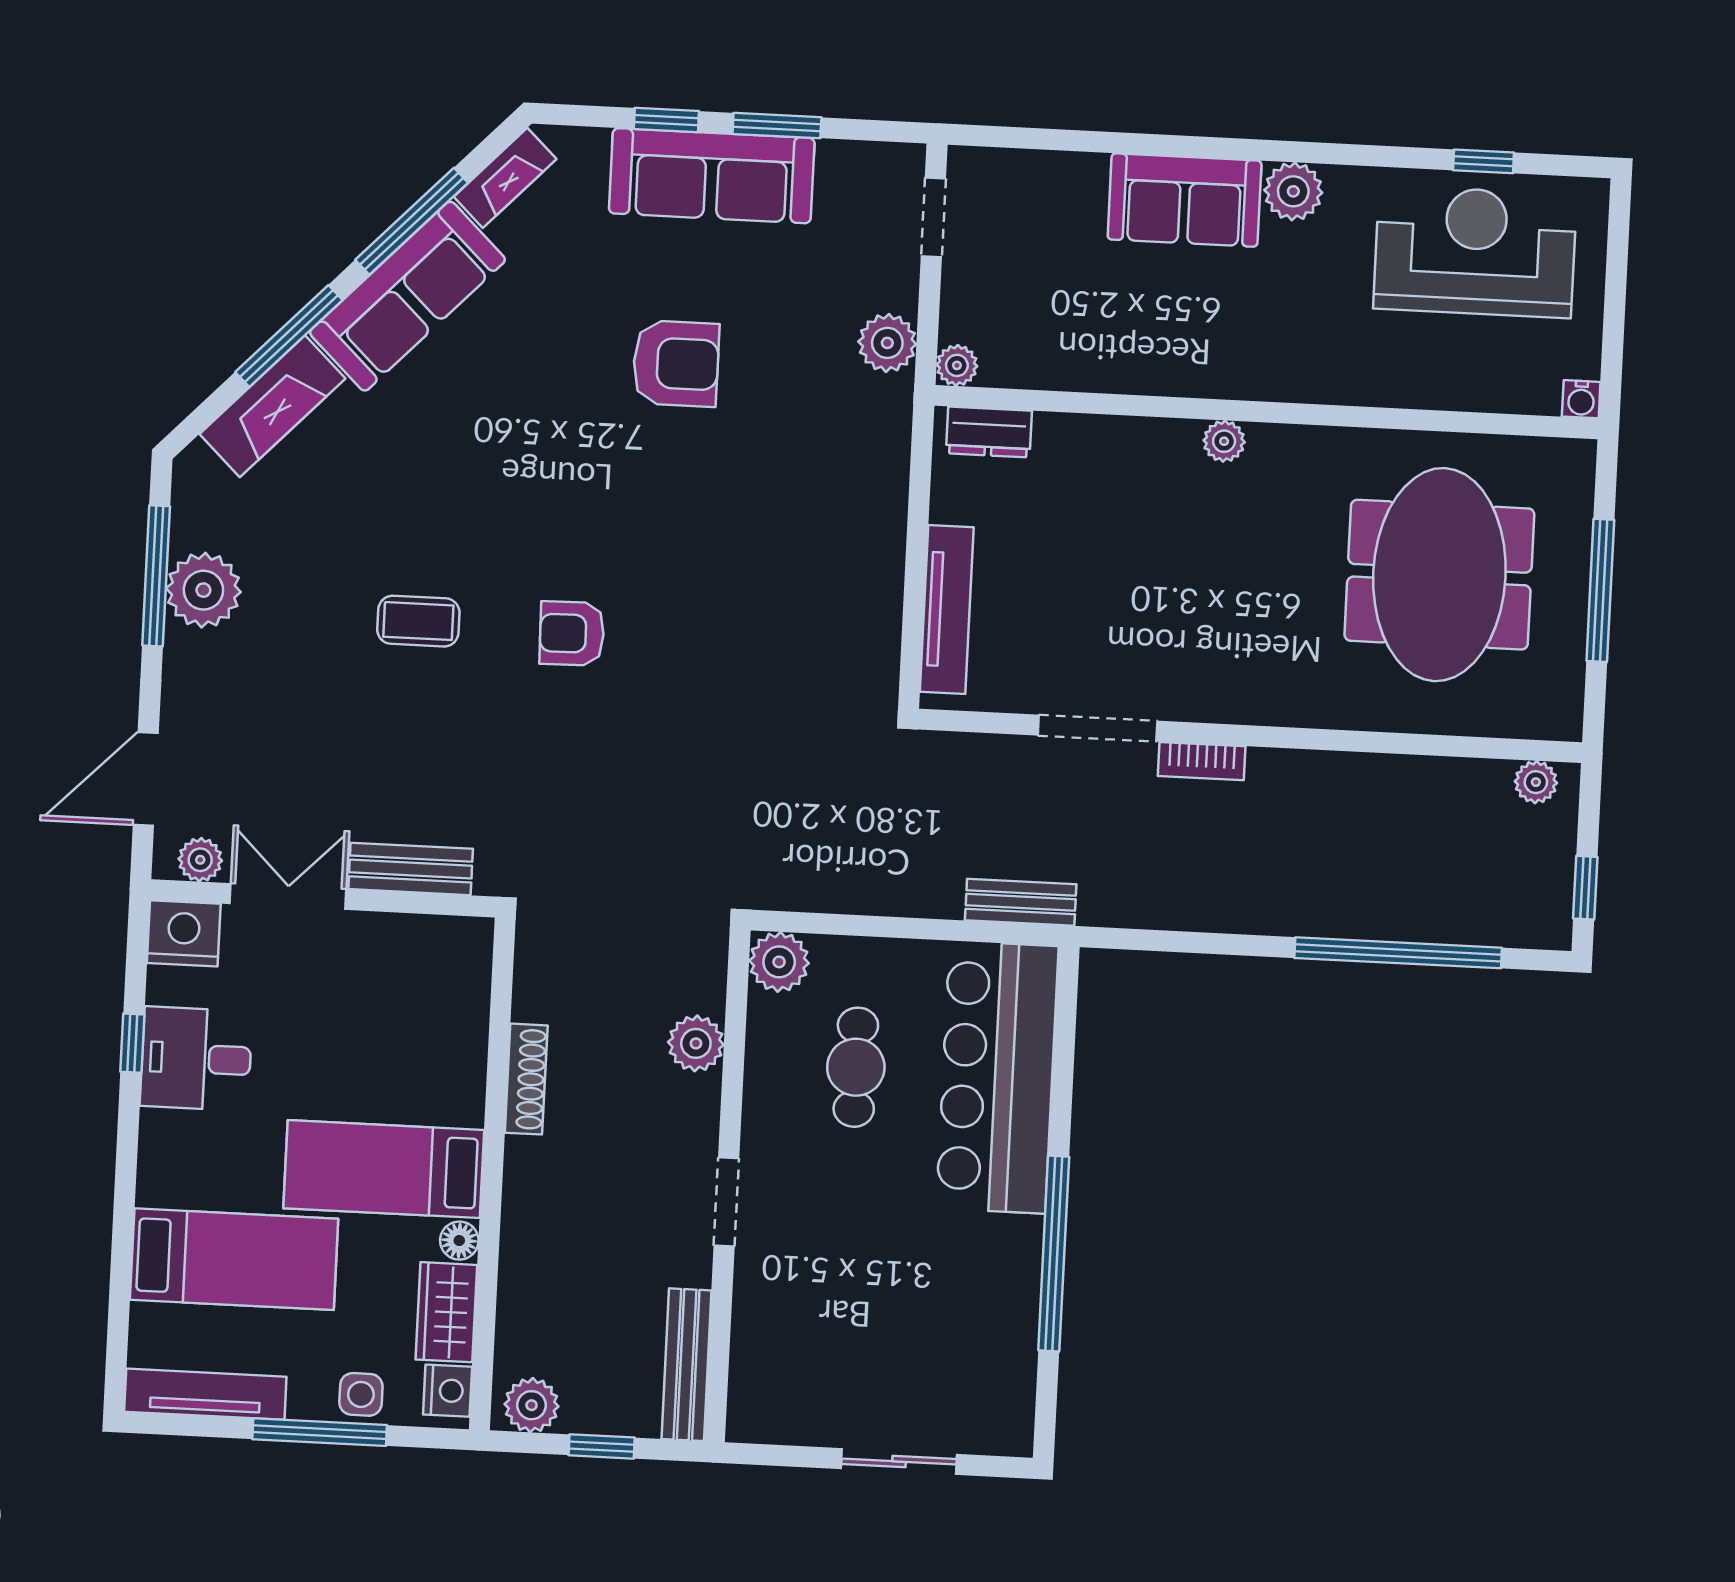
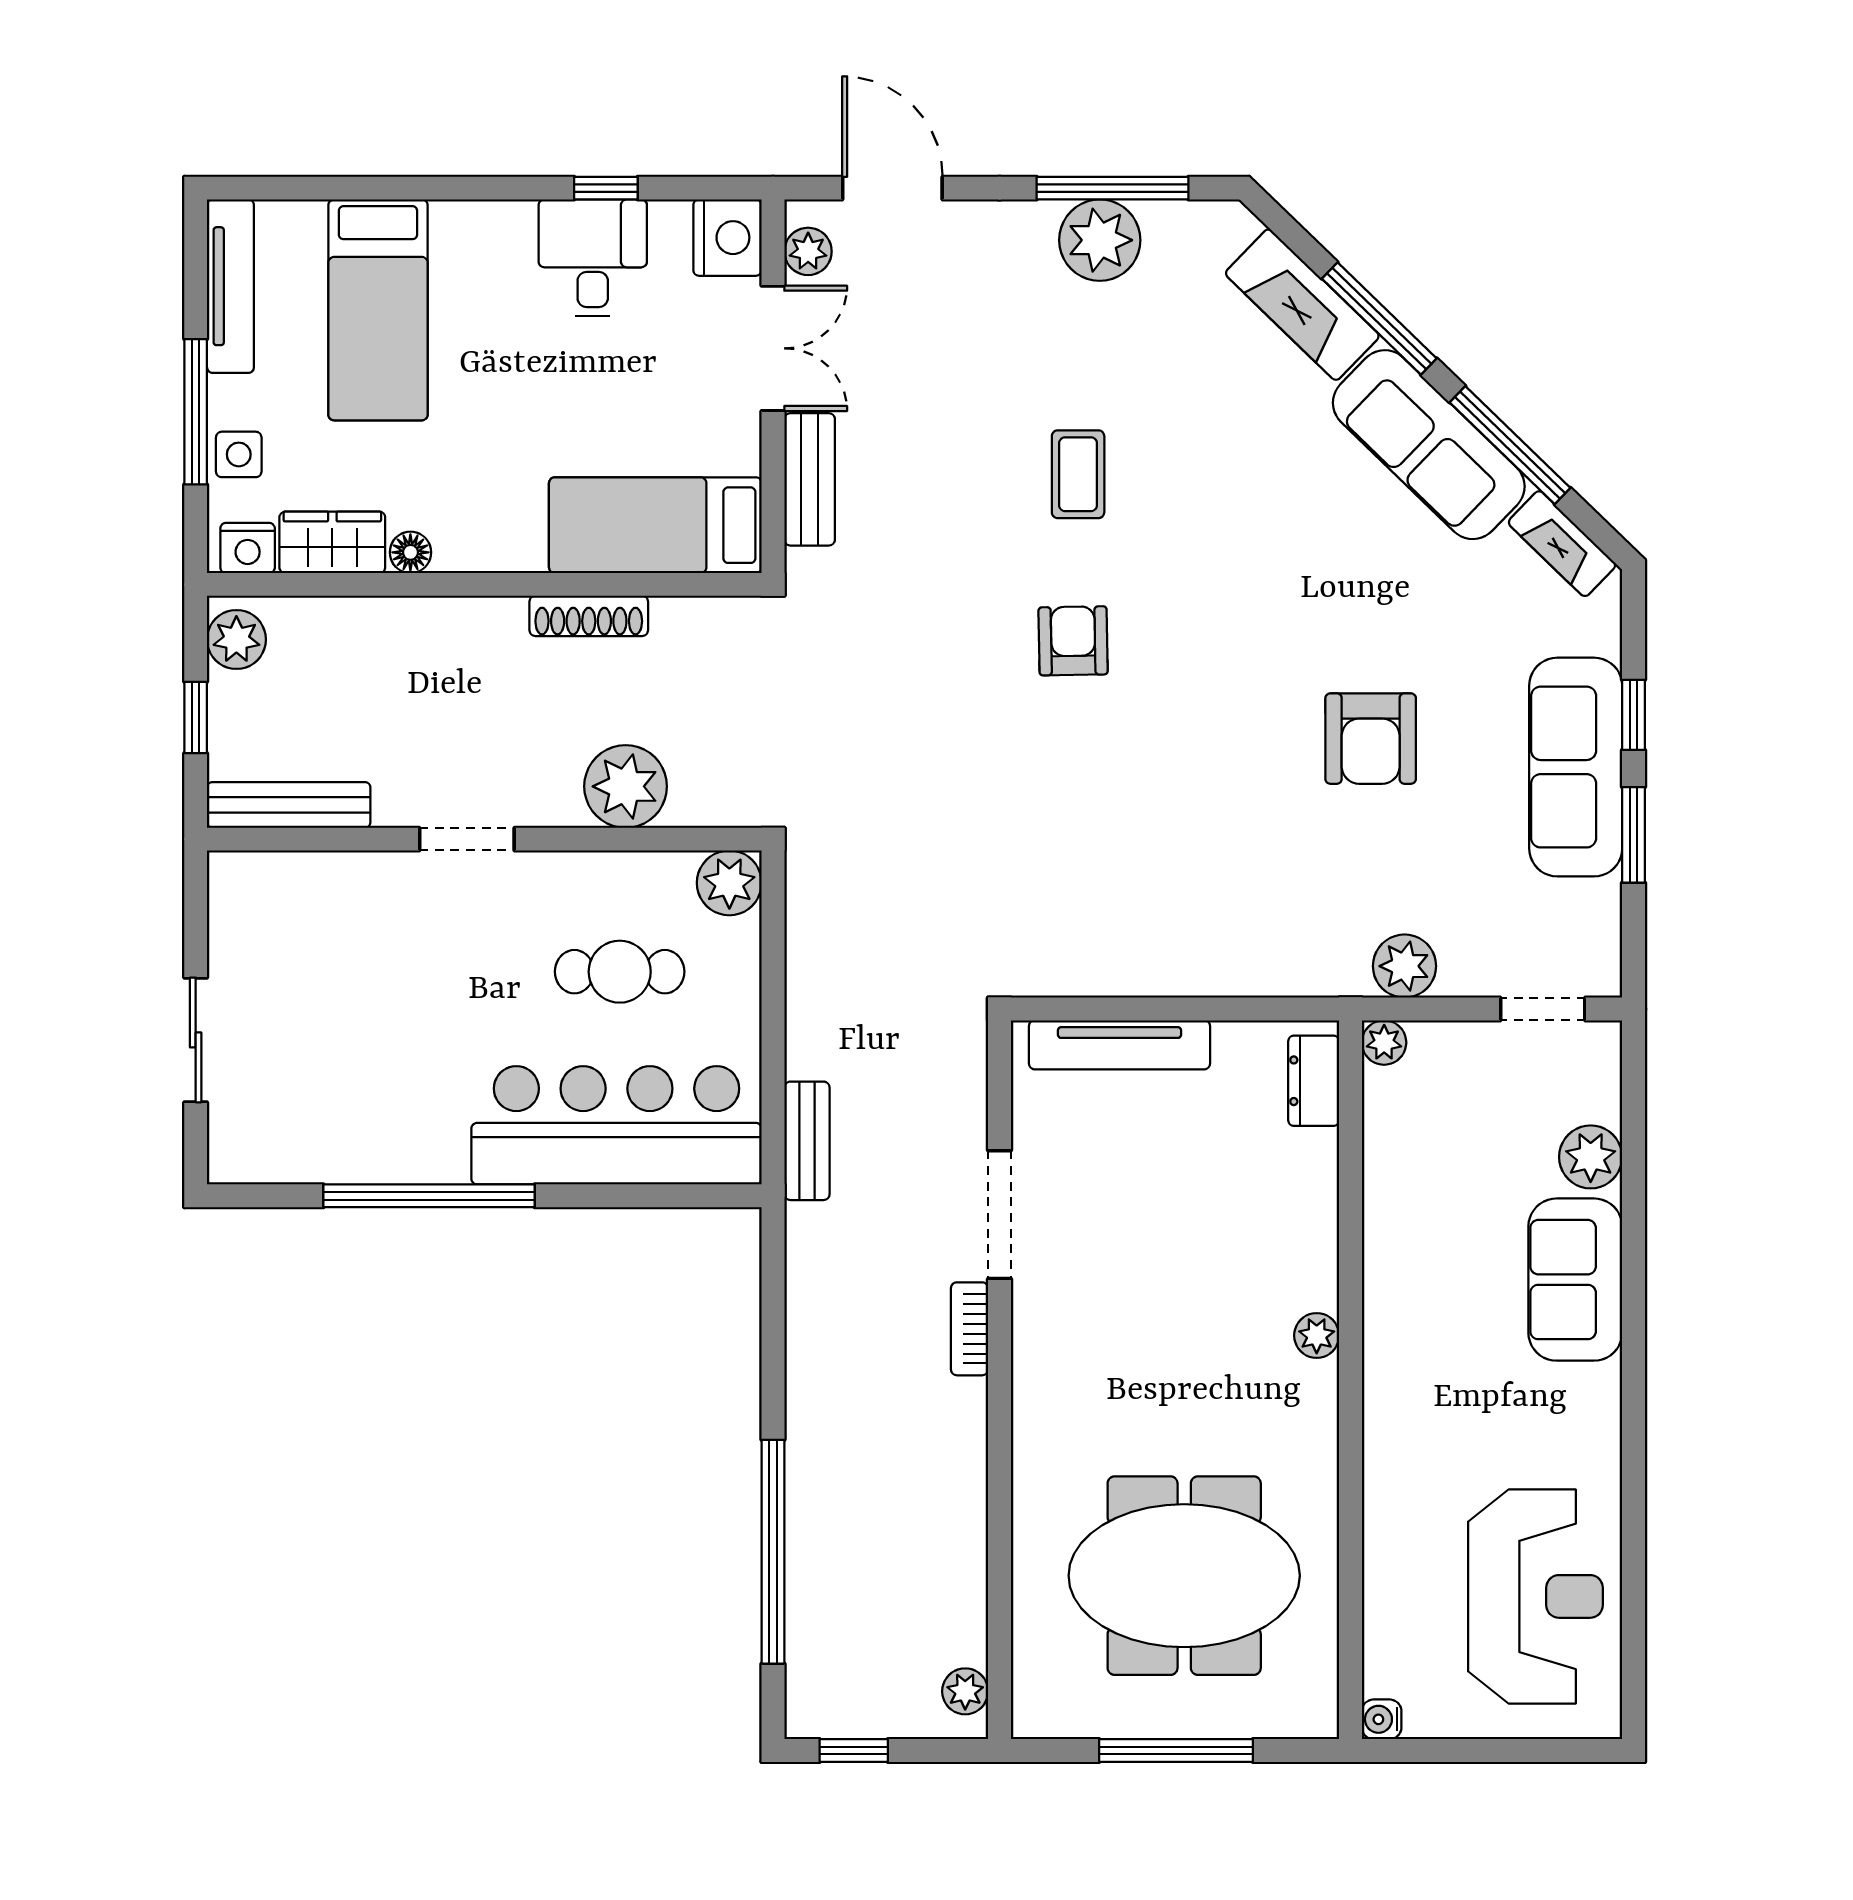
window: (1483, 161) -> (1633, 1601), removed
plant: (1293, 191) -> (1591, 1157), moved
plant: (696, 1043) -> (626, 786), width x1.36, depth x1.36
bed: (384, 1169) -> (655, 525), moved, turned -90

